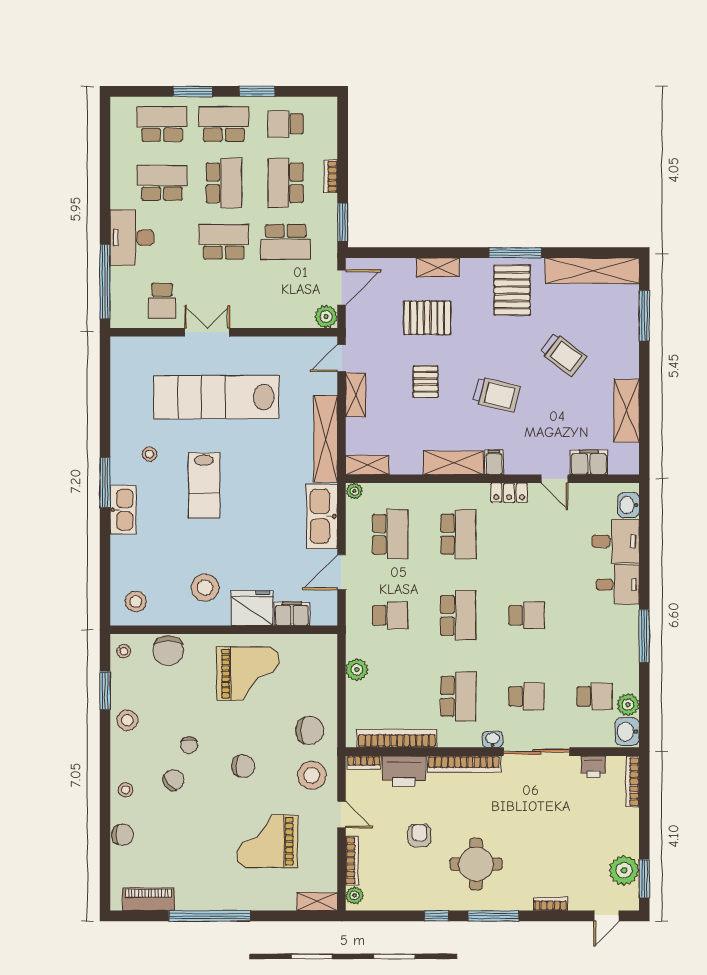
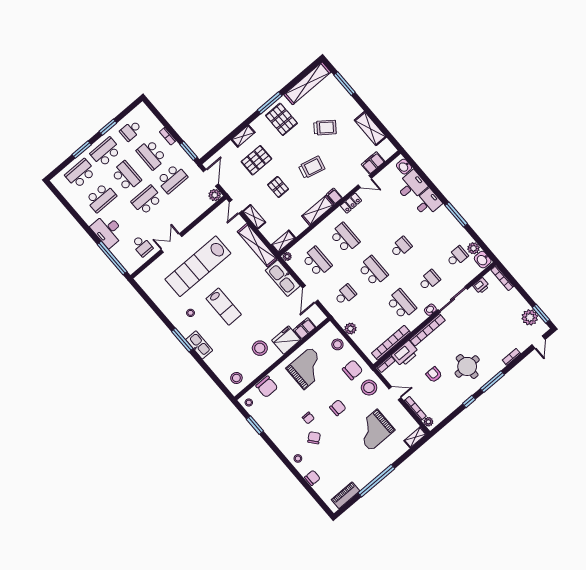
school desk: (162, 183) -> (101, 198), turned 180
stool: (127, 720) -> (337, 344), moved

